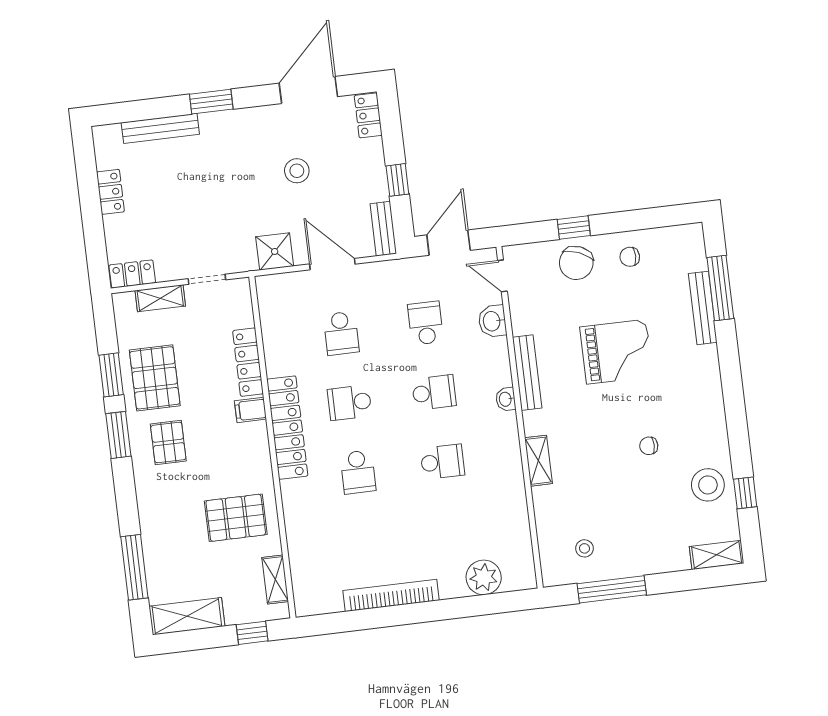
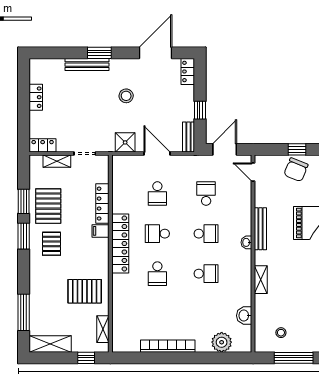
bench: (160, 128) -> (87, 65), moved
stool: (297, 171) -> (126, 96), moved
washbasin: (492, 321) -> (244, 316), moved

